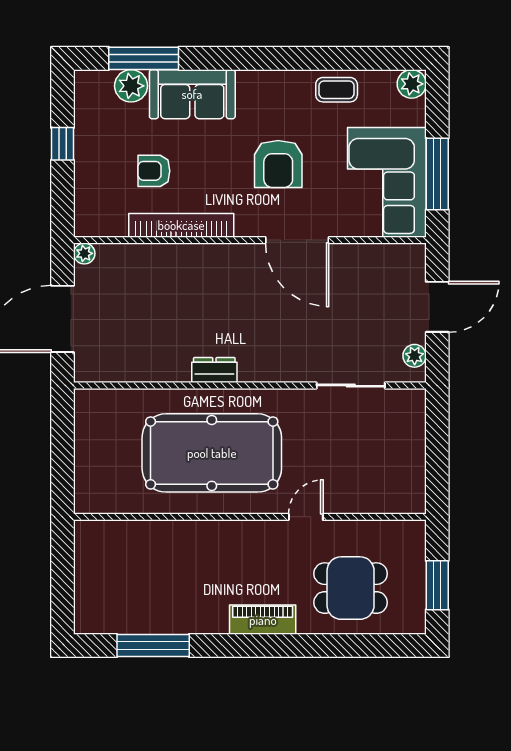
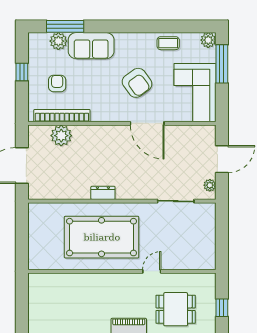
armchair: (278, 164) -> (137, 83), turned -36
armchair: (154, 171) -> (57, 83), moved, turned 90
window: (437, 174) -> (222, 64), moved
bookcase: (181, 225) -> (62, 116), moved
plant: (84, 253) -> (61, 136), moved, width x1.88, depth x1.88
window: (437, 585) -> (222, 308), width x0.67

